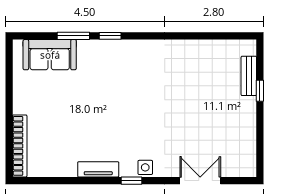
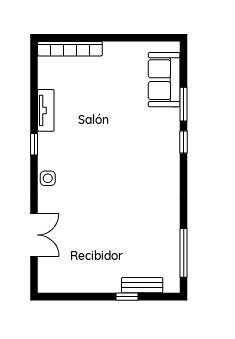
window: (218, 36) -> (184, 253), added
tv unit: (98, 169) -> (46, 110), moved
window: (131, 181) -> (34, 144), moved

